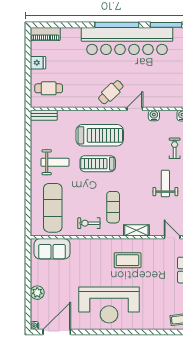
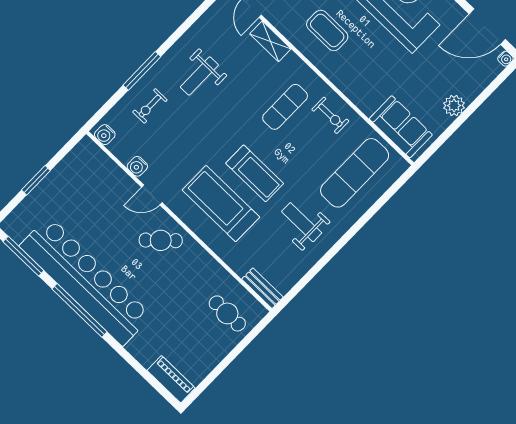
fridge: (38, 63) -> (211, 354), removed
shelving: (136, 230) -> (270, 41), moved
plant: (37, 293) -> (454, 106), moved

